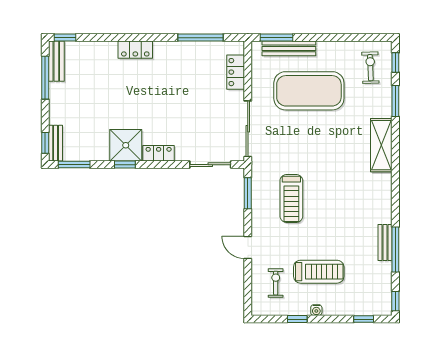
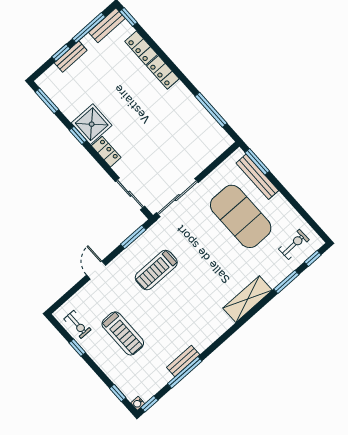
locker: (236, 72) -> (141, 48), moved, turned -90
window: (45, 143) -> (61, 53), moved
bench: (56, 143) -> (71, 57), moved
exercise bike: (276, 283) -> (77, 324), moved, turned 90
water cooler: (316, 310) -> (138, 403), moved

